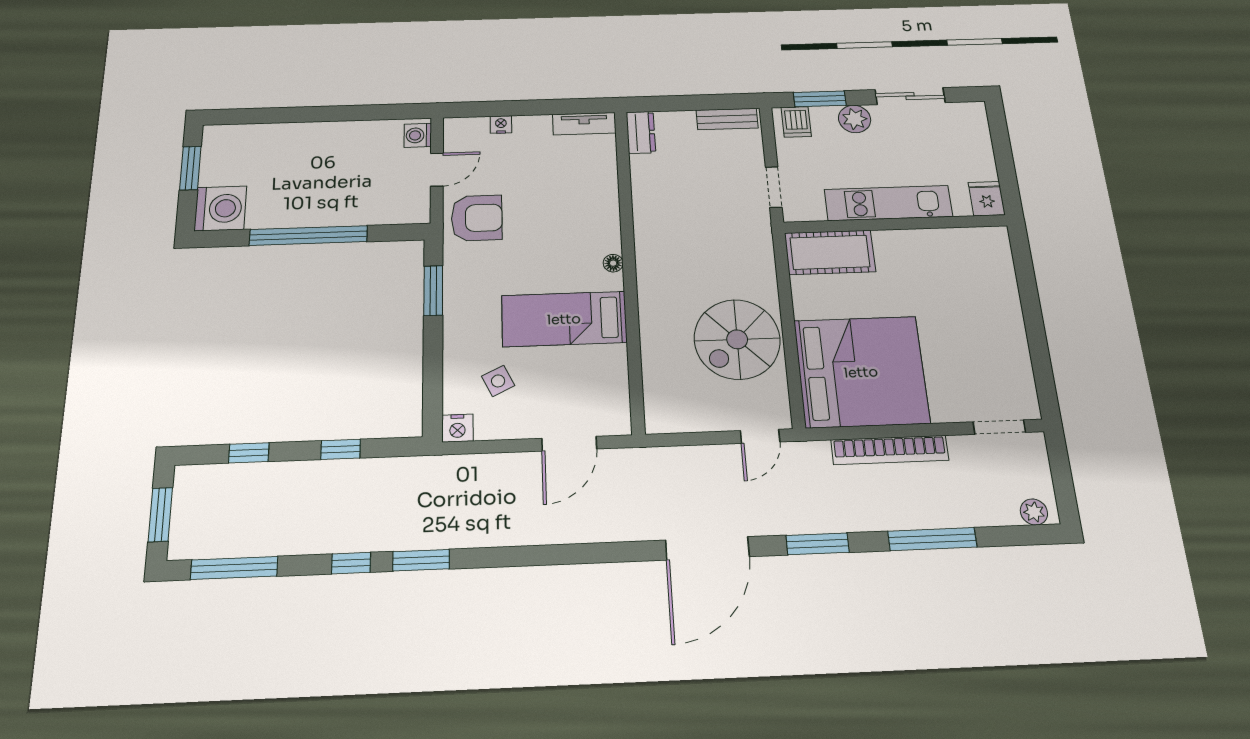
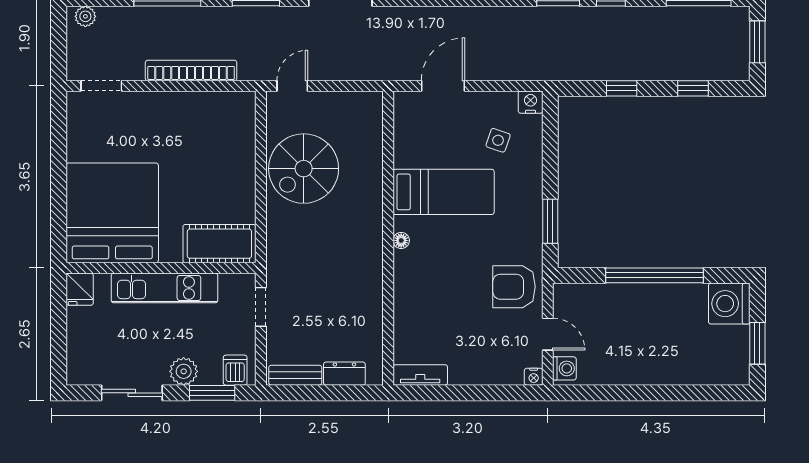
nightstand: (501, 124) -> (534, 377), moved
dresser: (641, 132) -> (344, 374), moved, turned 90
door: (437, 170) -> (548, 334), swing flipped
spiral stairs: (737, 339) -> (304, 169), turned 180
bed: (861, 372) -> (112, 213), moved, turned 90
side table: (498, 381) -> (498, 140), turned 45

